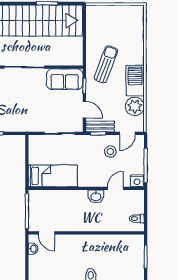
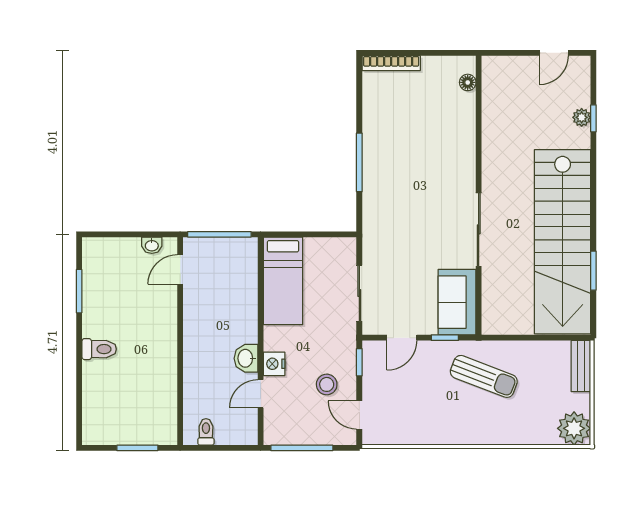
barbecue: (135, 81) -> (455, 429), removed
plant: (135, 106) -> (574, 428), moved
bench: (100, 126) -> (581, 366), moved
nightstand: (137, 181) -> (274, 364), moved
door: (116, 188) -> (261, 394), swing flipped

